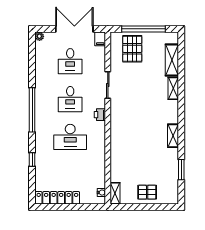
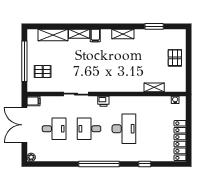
pallet: (132, 49) -> (43, 72), width x0.67, depth x0.71
desk: (70, 99) -> (89, 129), turned 180
filing cabinet: (171, 106) -> (95, 35), added
shelving: (115, 193) -> (154, 87), moved

